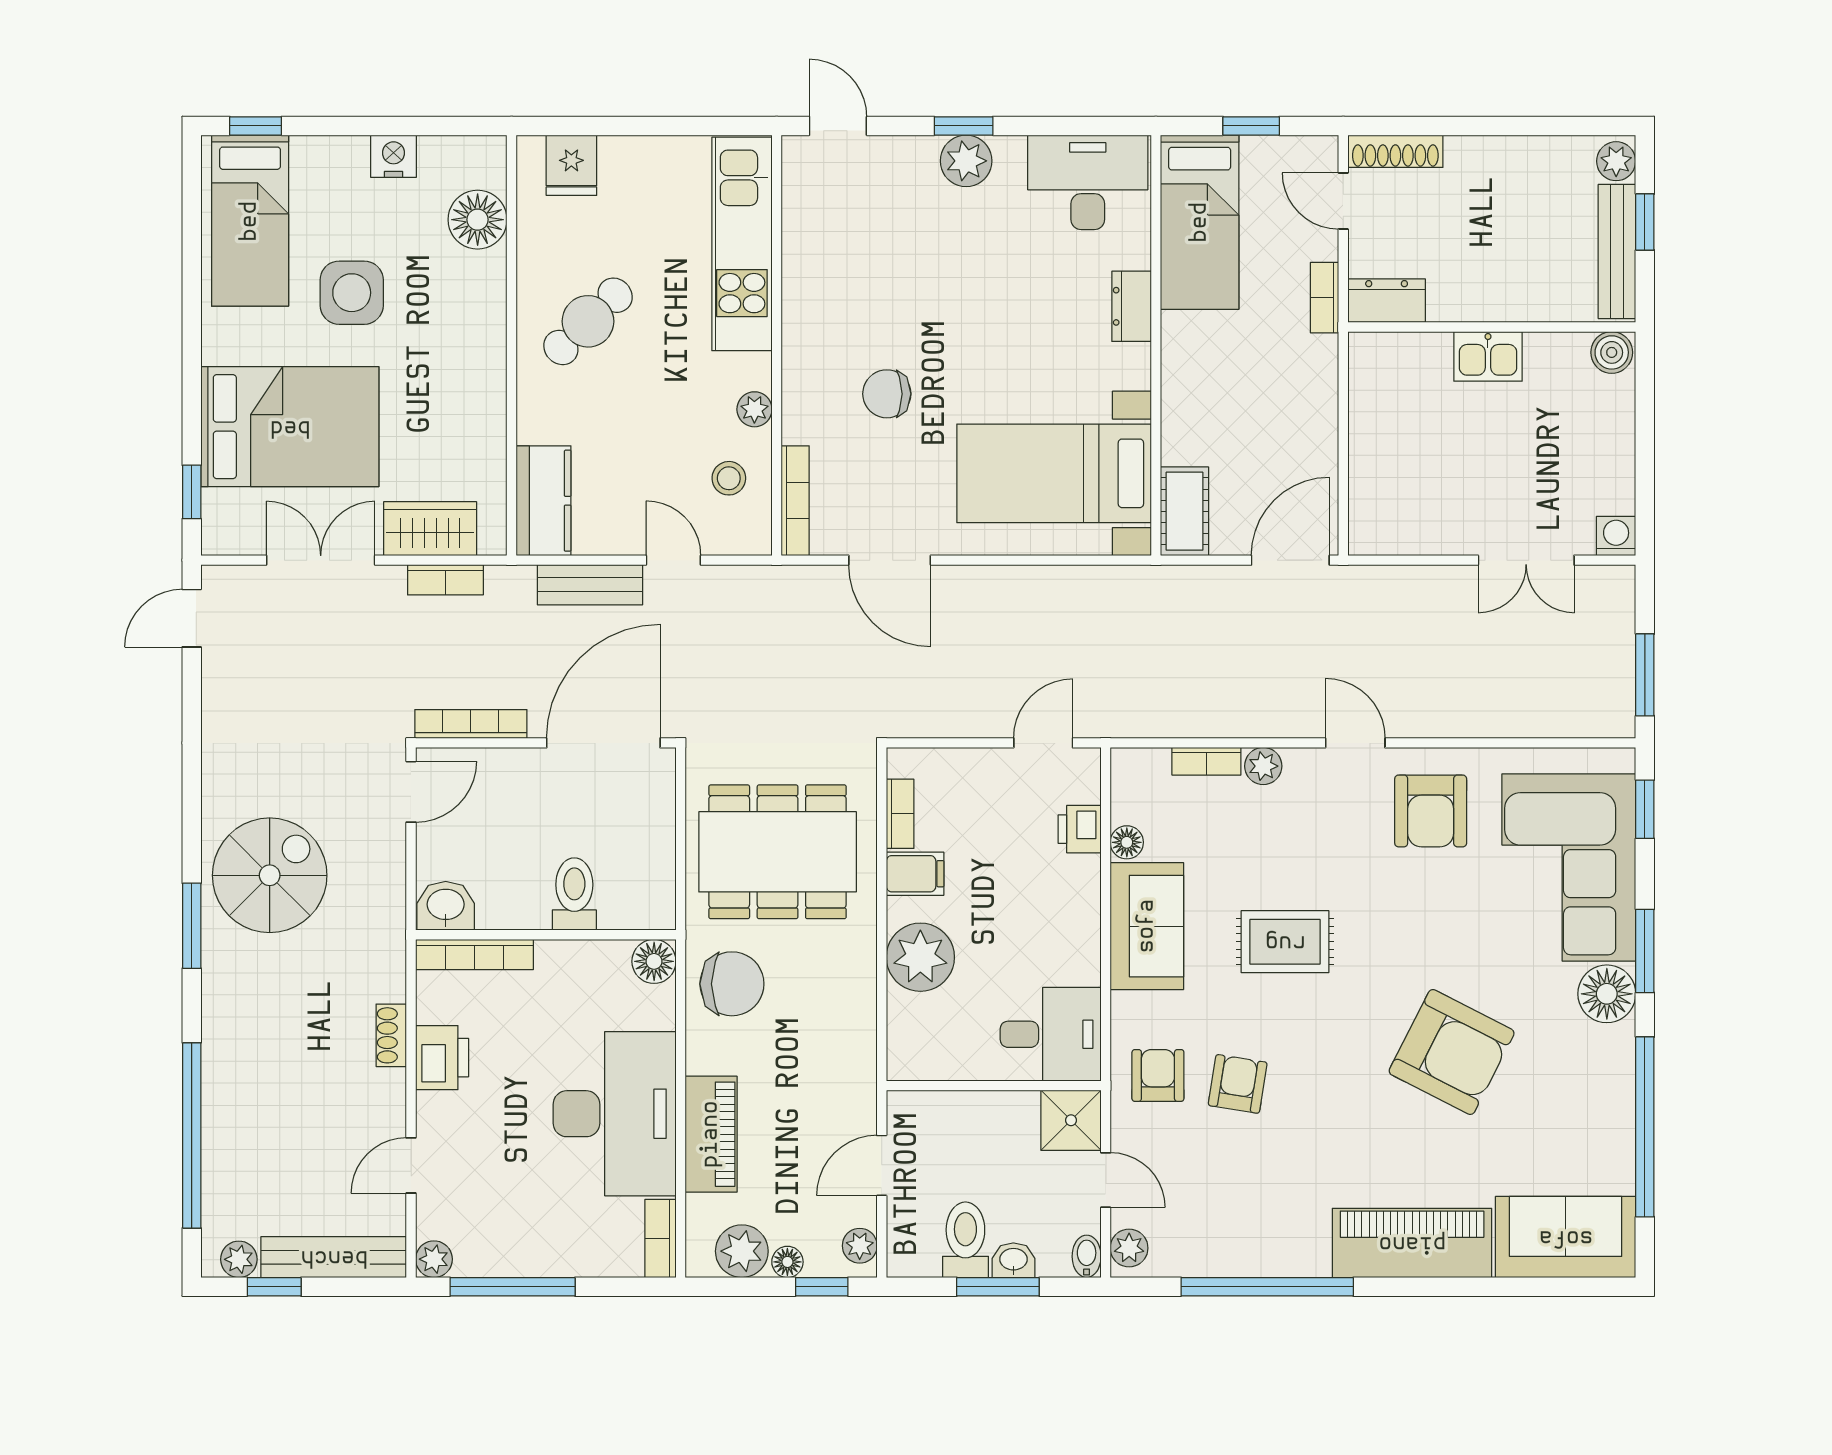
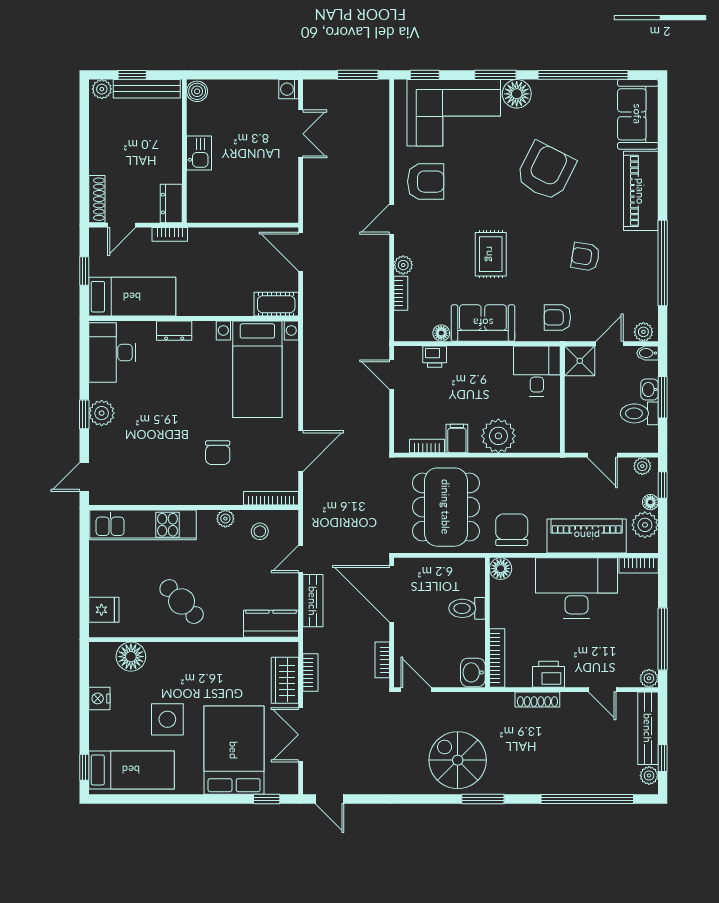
bookcase: (471, 724) -> (382, 660), width x0.64
shoe rack: (391, 1035) -> (537, 700), width x1.43
armchair: (1238, 1084) -> (585, 257), moved
piano: (711, 1134) -> (587, 536), width x1.37, depth x1.33

